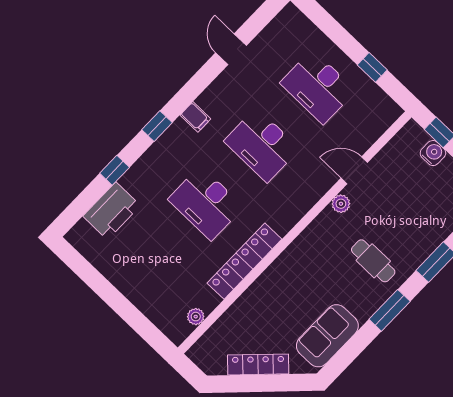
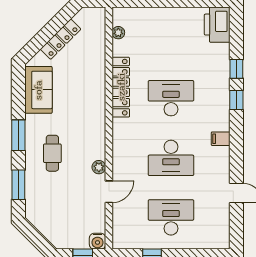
window: (157, 126) -> (236, 100), moved
desk: (262, 145) -> (171, 158), turned 180
water cooler: (433, 153) -> (98, 241), moved
printer: (112, 211) -> (217, 25), moved
cafe table: (373, 261) -> (52, 153), turned 90

